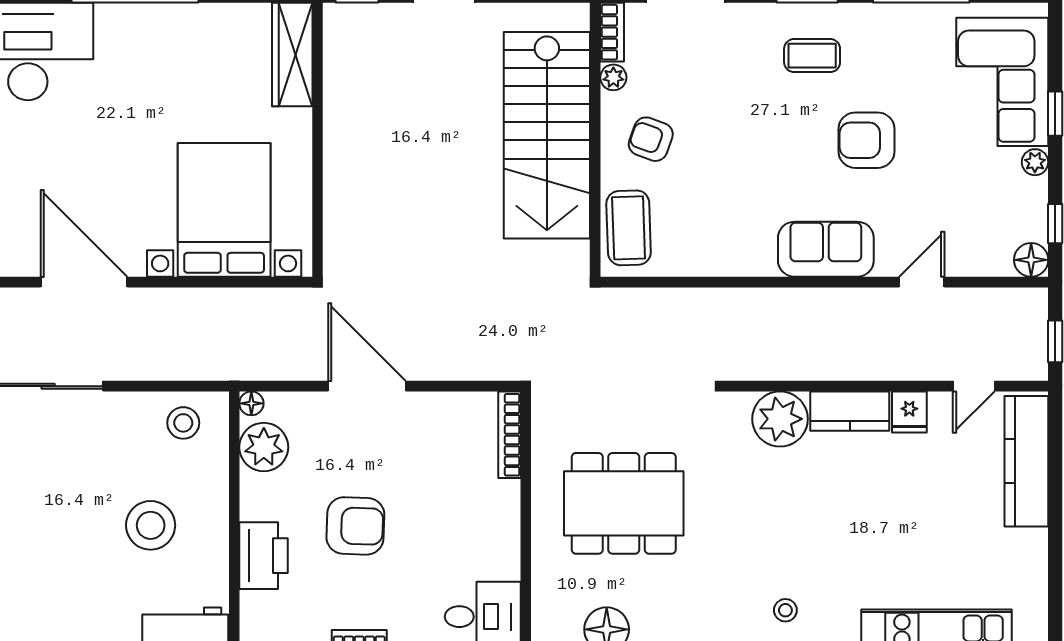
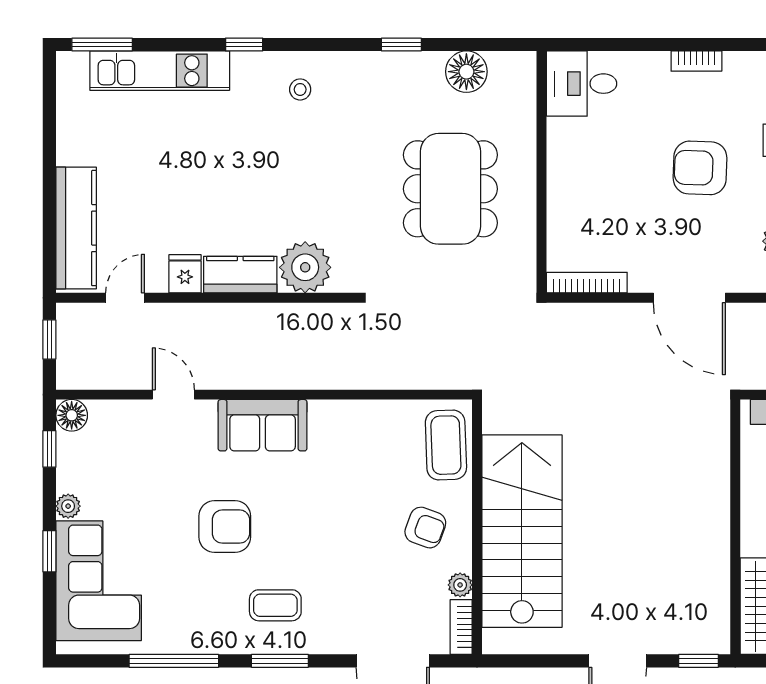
door: (922, 282) -> (173, 395), swing flipped
bookcase: (509, 435) -> (587, 283), moved, turned -90
dining table: (624, 503) -> (450, 189), turned 90

